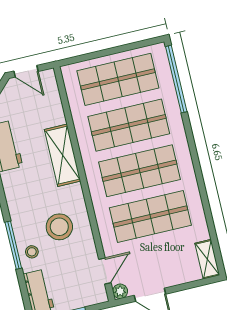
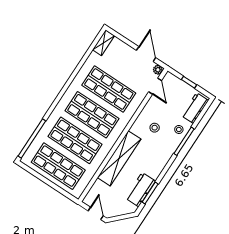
shelving: (63, 155) -> (119, 158), width x1.47
stool: (59, 227) -> (155, 128), width x0.53, depth x0.53
door: (105, 271) -> (155, 86), swing flipped

